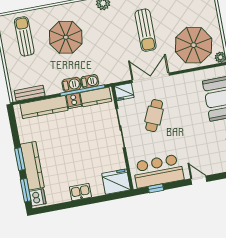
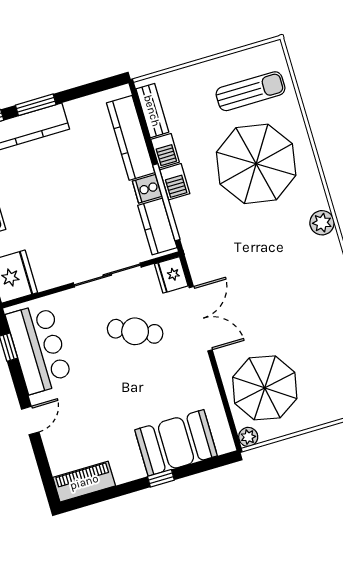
sun lounger: (146, 30) -> (283, 302), removed
parasol: (66, 37) -> (256, 164), width x1.36, depth x1.36
barbecue: (90, 81) -> (165, 151), moved

